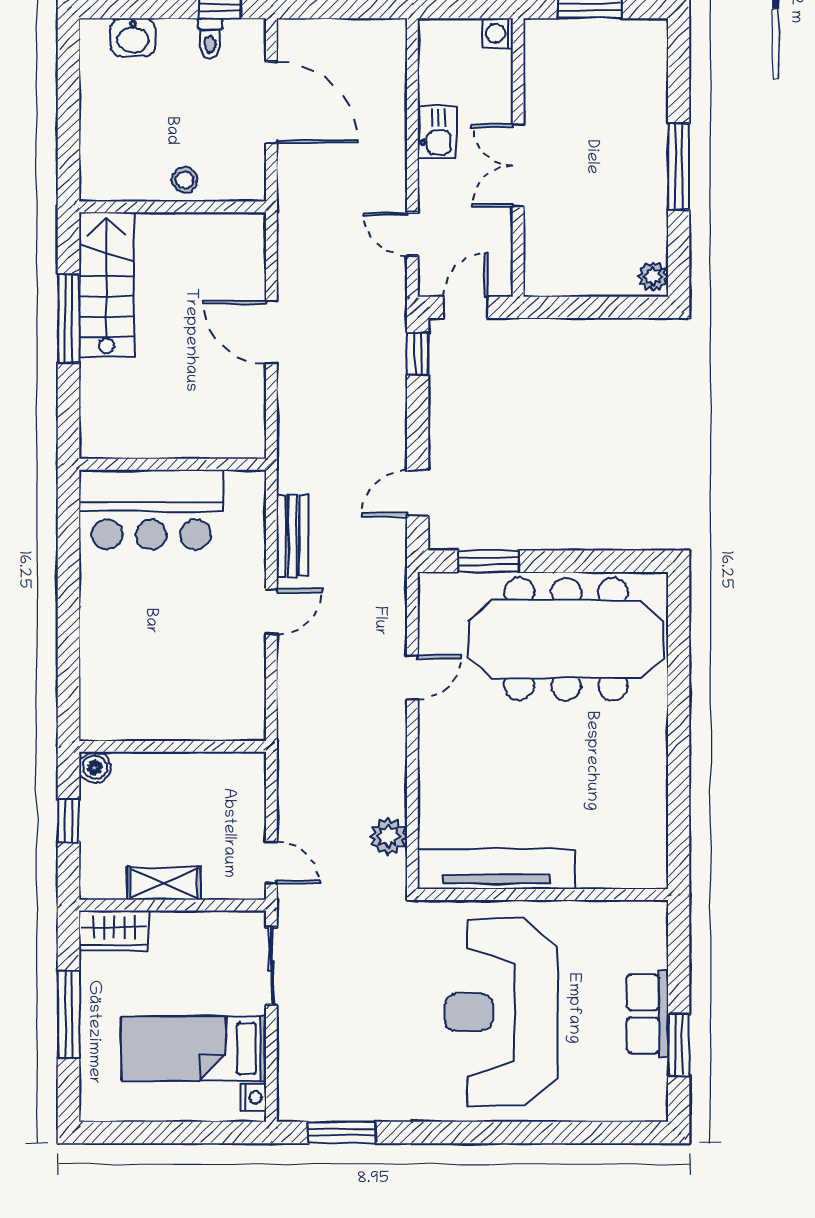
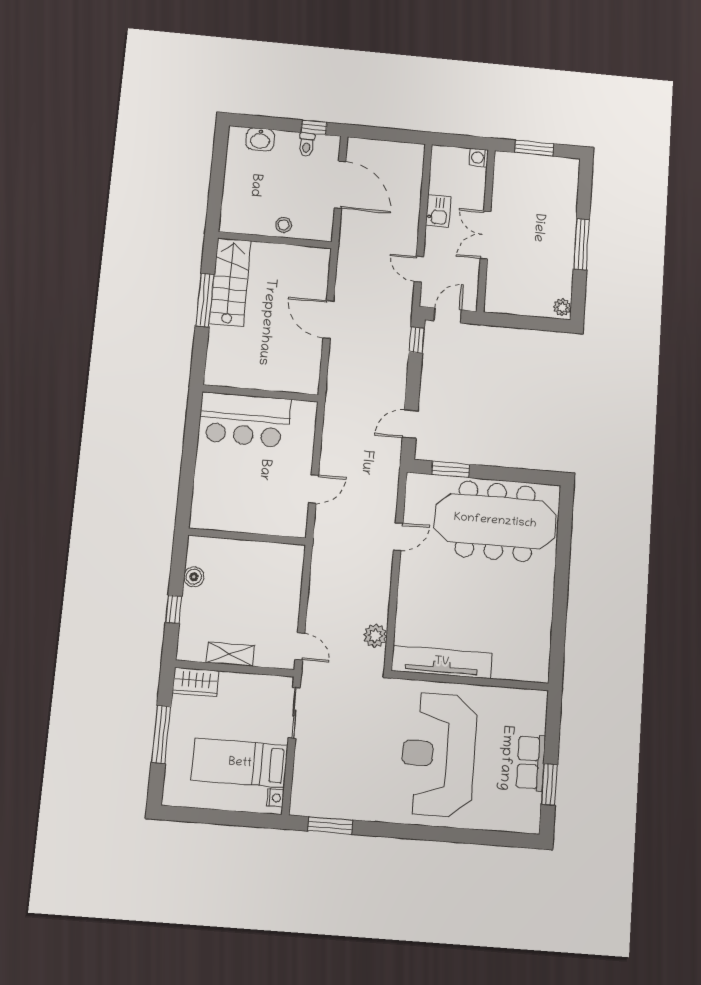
bench: (292, 535) -> (331, 443), removed
wall: (173, 746) -> (247, 537), moved

